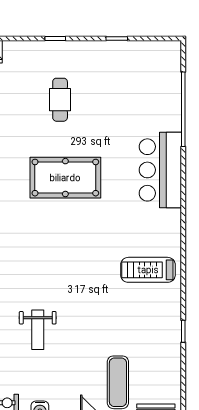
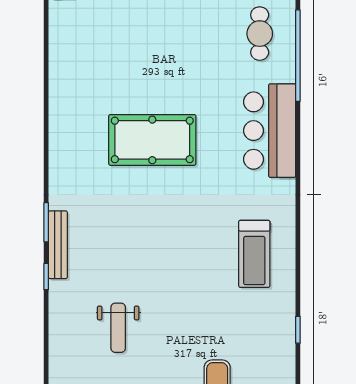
cafe table: (60, 100) -> (260, 34), moved
treadmill: (148, 270) -> (254, 254), turned -90

